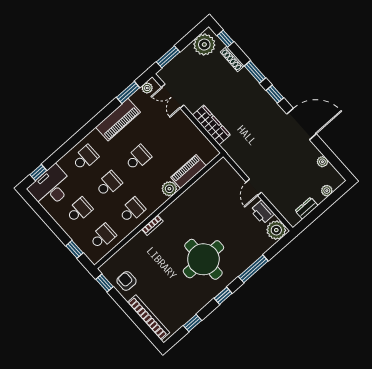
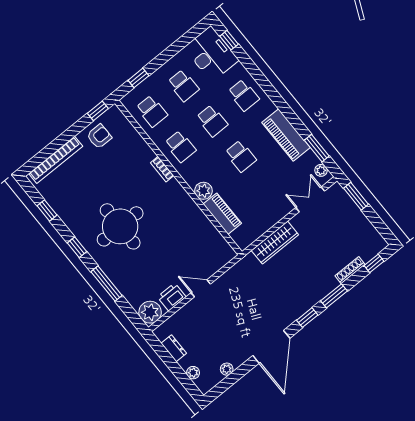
plant: (204, 45) -> (368, 239), removed

